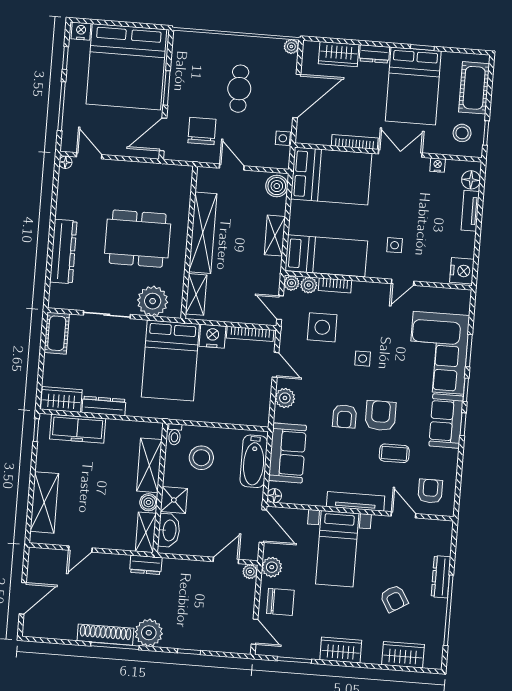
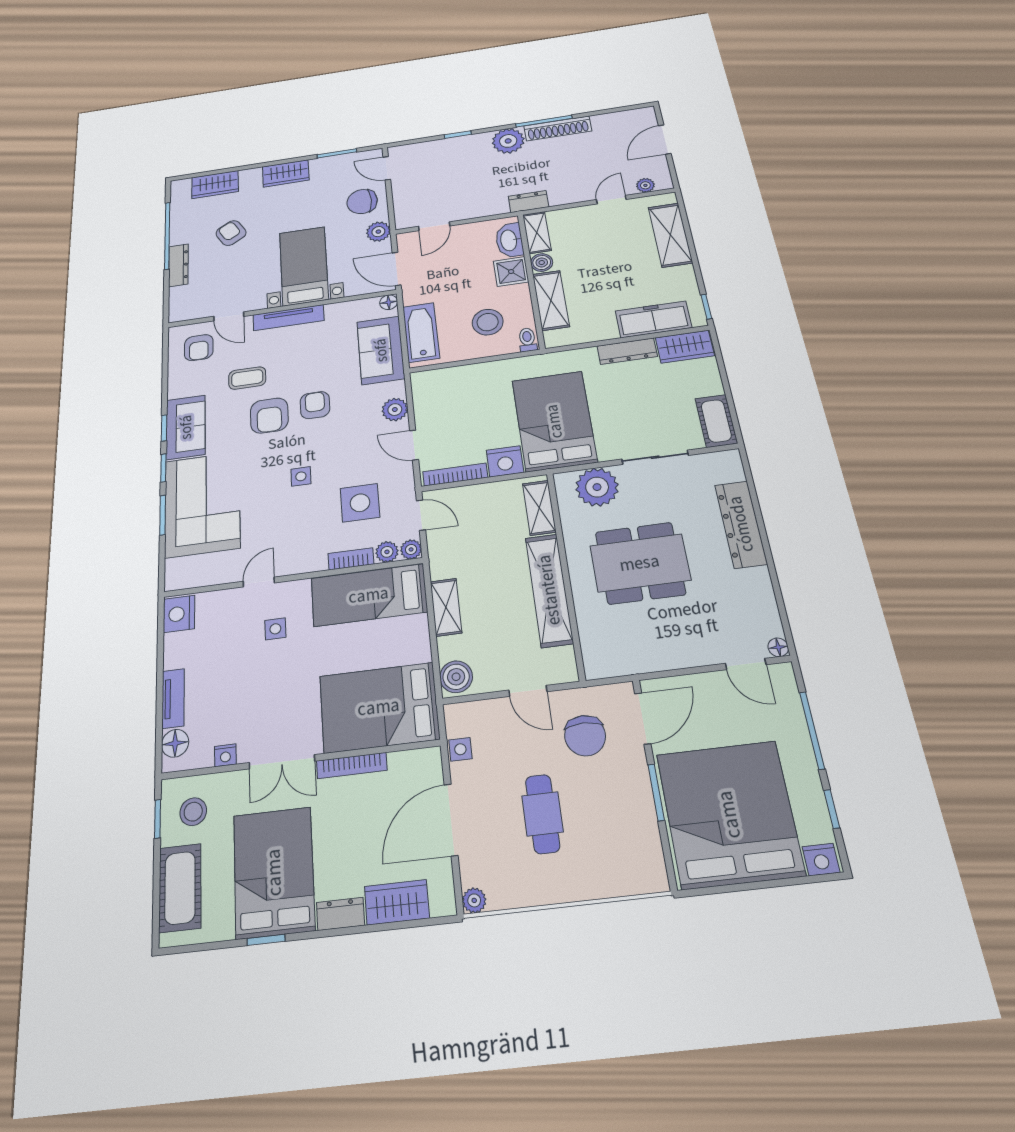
plant: (250, 572) -> (645, 185), moved

